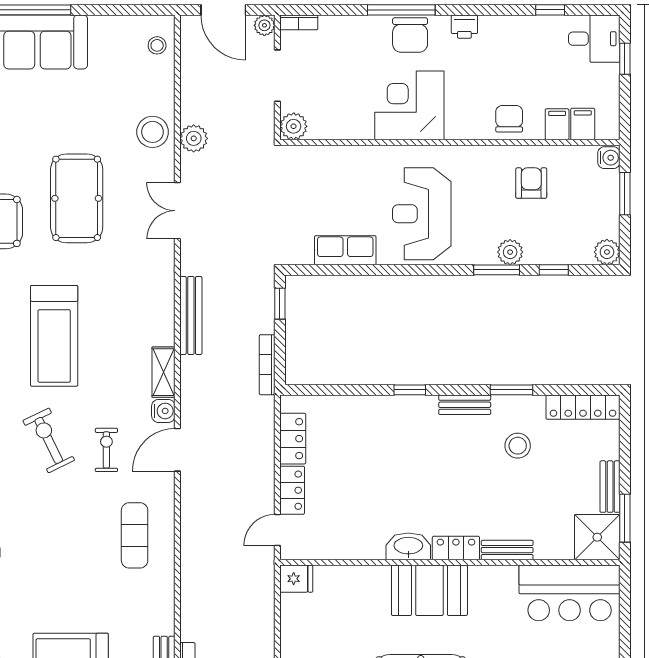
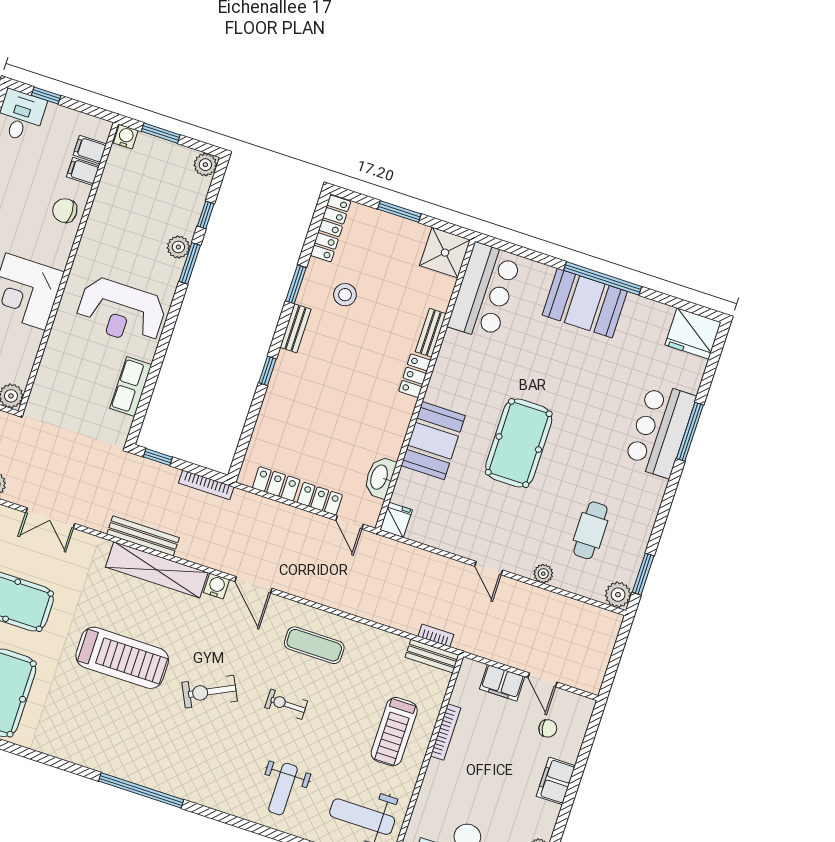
armchair: (531, 183) -> (126, 210), removed
shelving: (164, 372) -> (157, 570), width x2.20, depth x1.33
exercise bike: (106, 450) -> (286, 704), moved
bench: (610, 487) -> (406, 228), removed
window: (625, 518) -> (399, 212), moved
washbasin: (408, 546) -> (380, 477), moved
booth: (429, 590) -> (433, 441), moved

